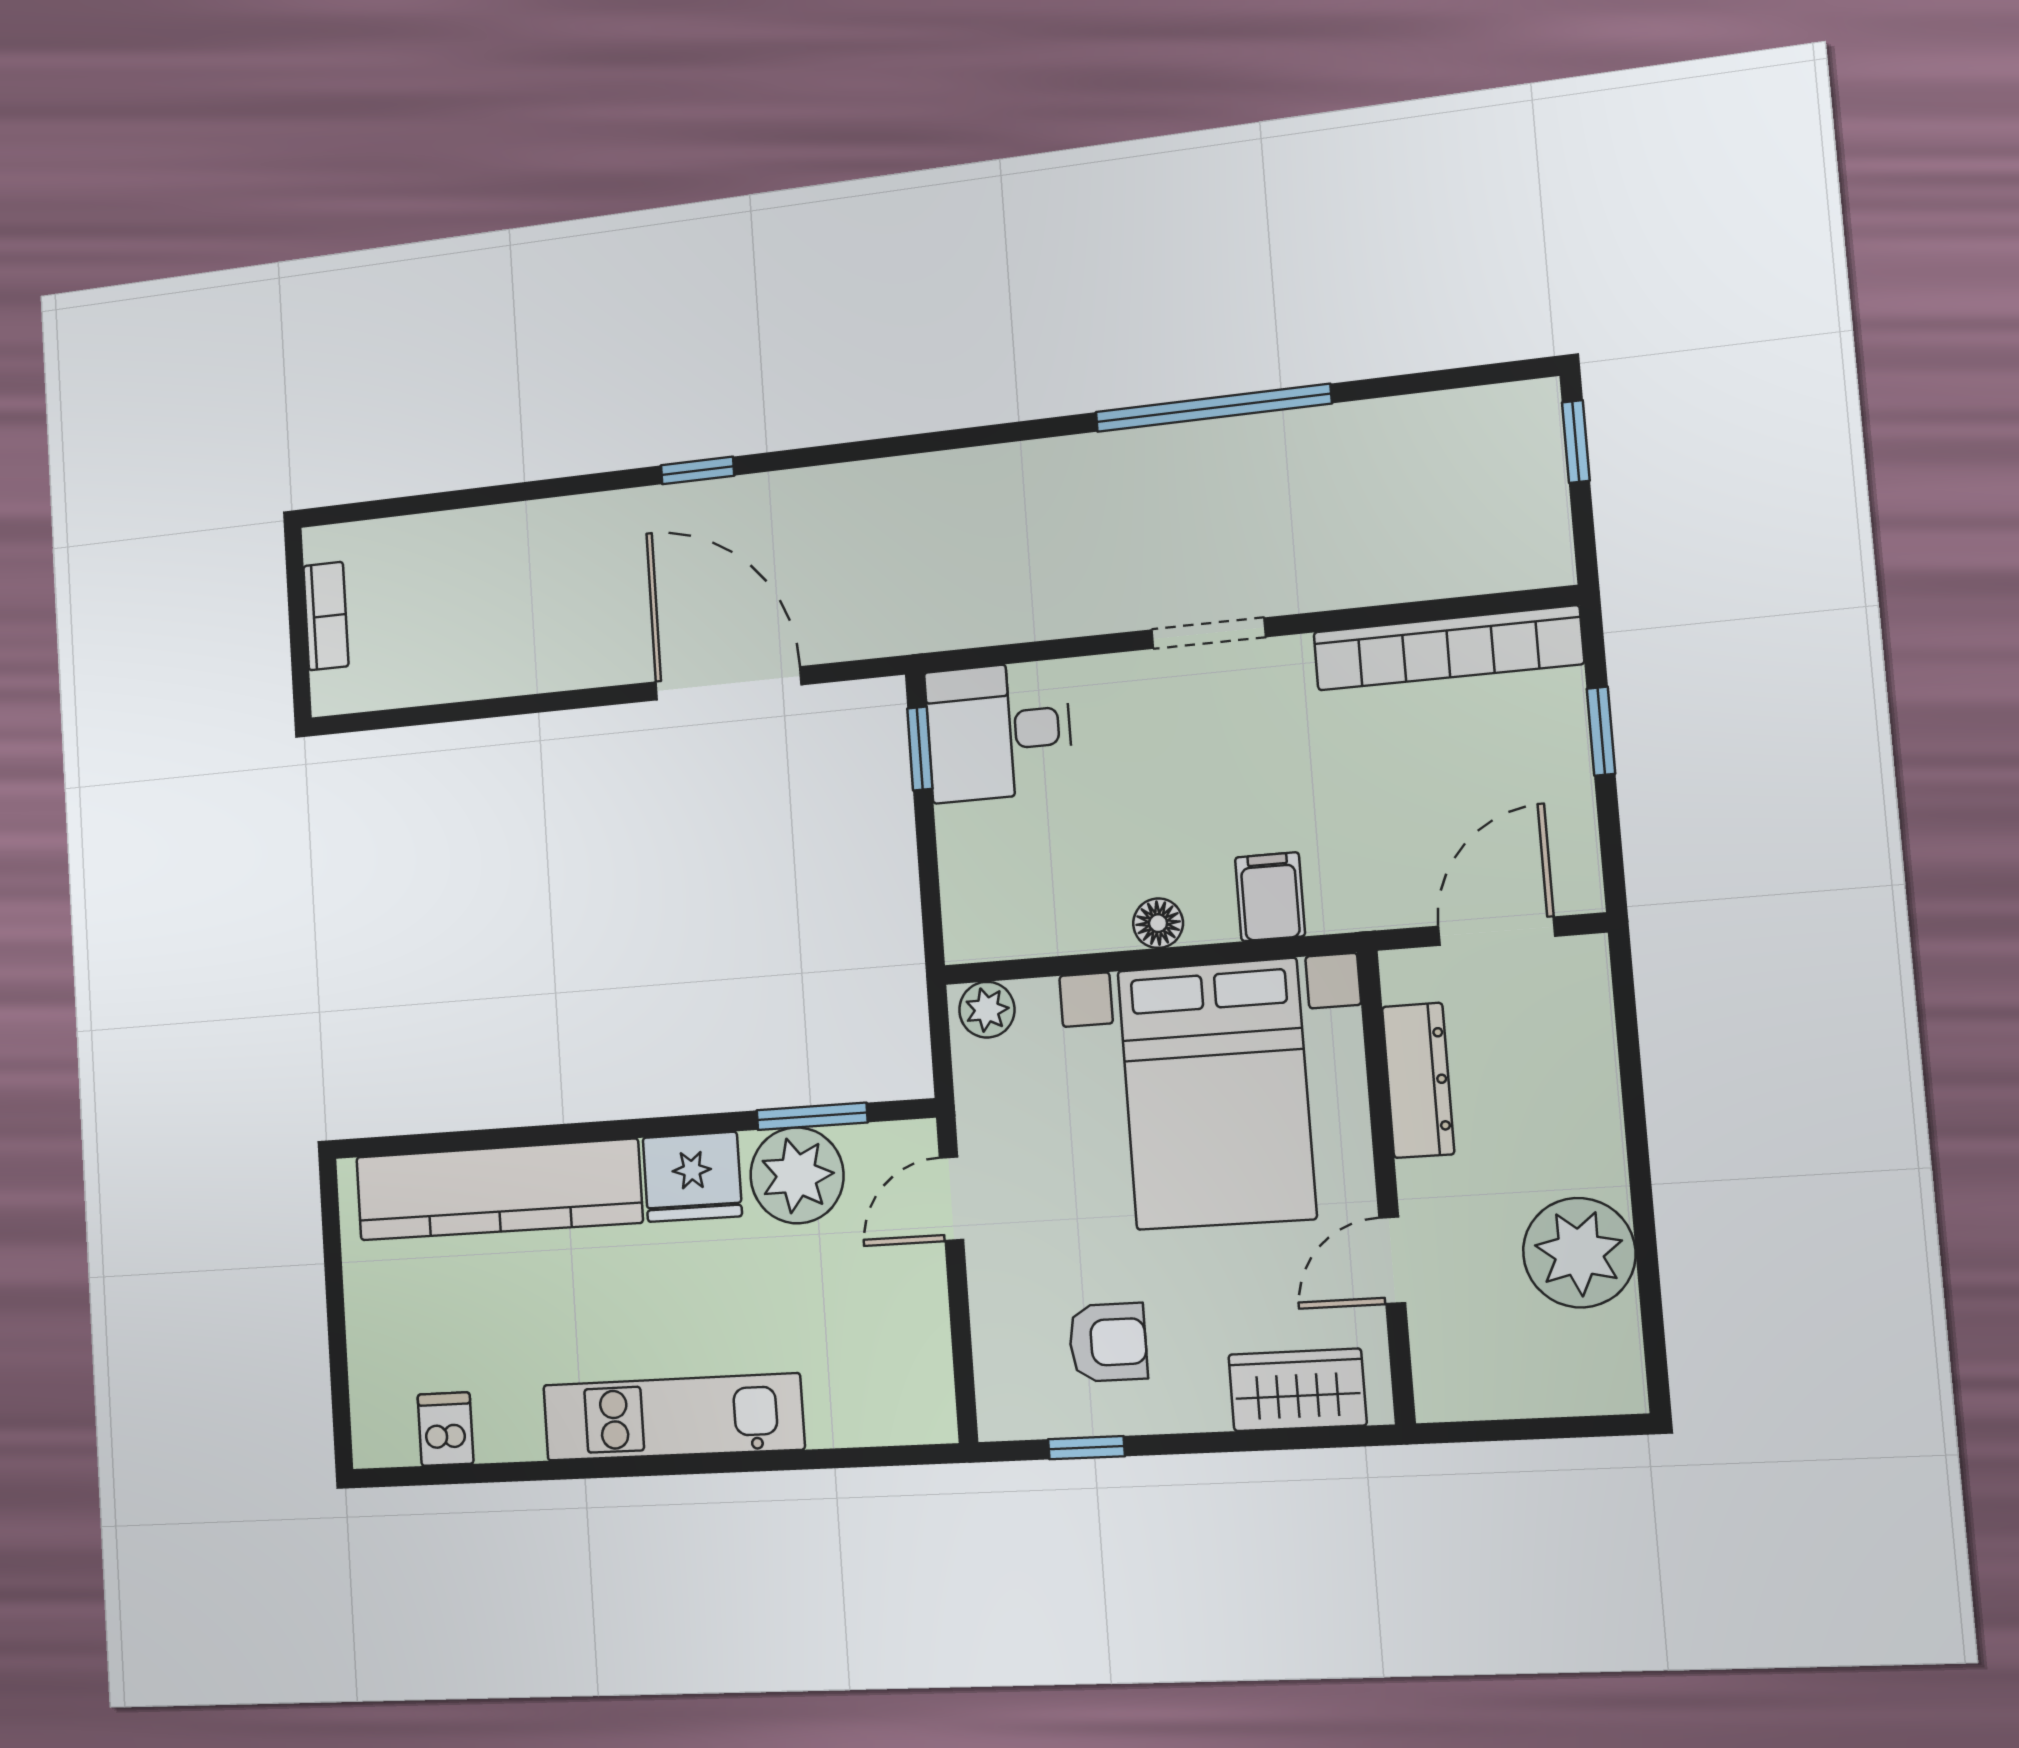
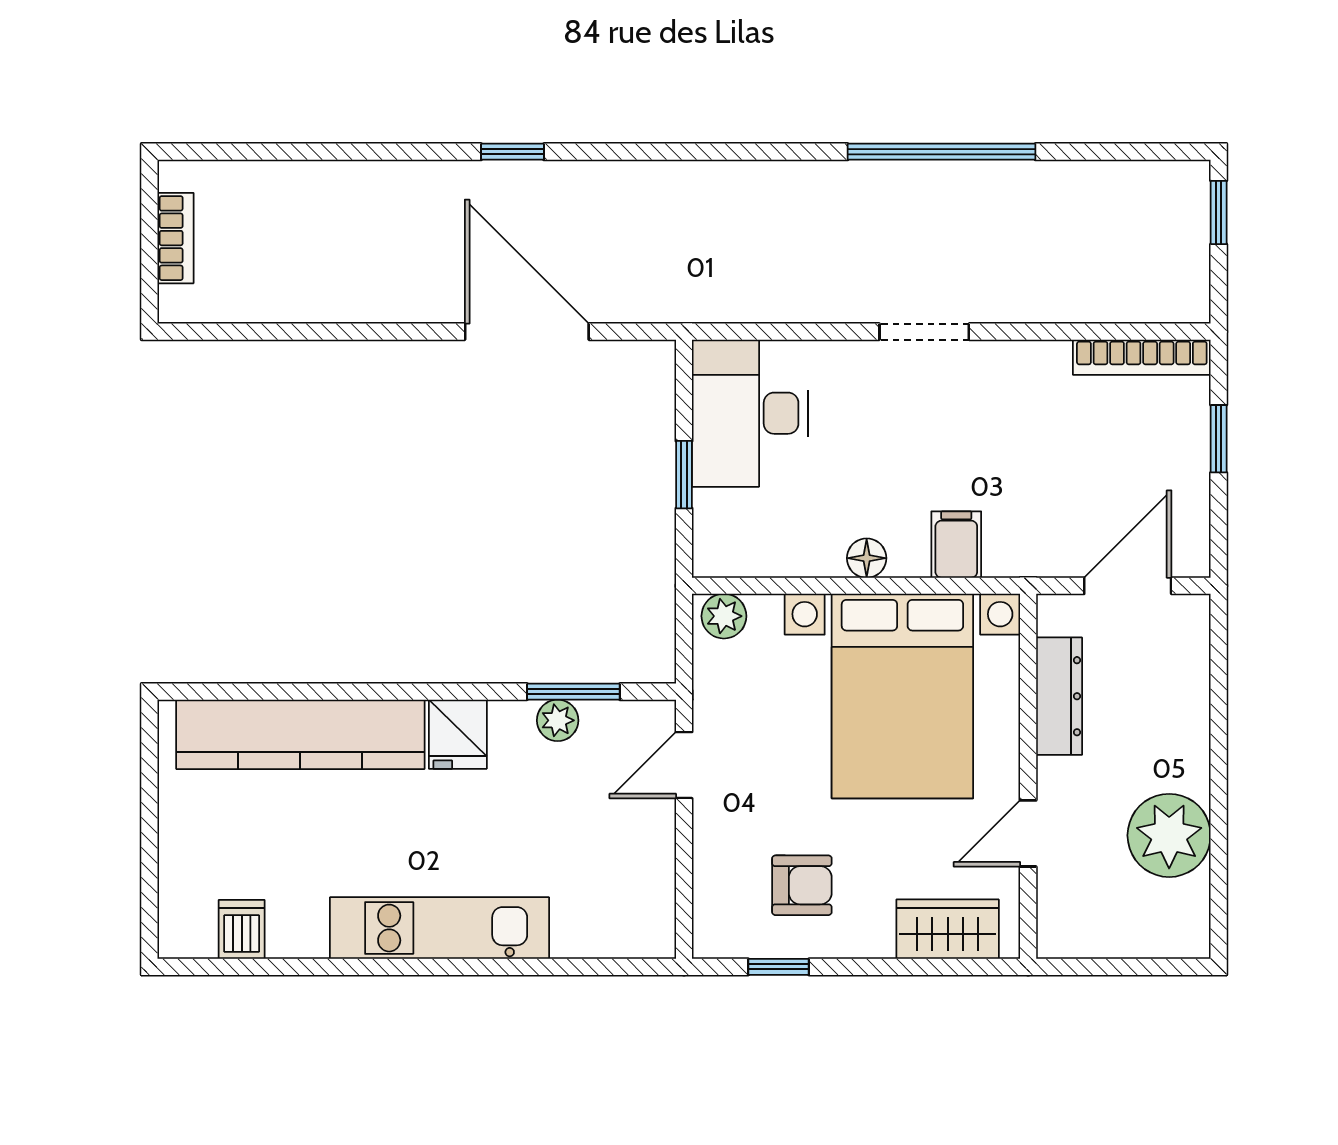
bookcase: (1448, 648) -> (1142, 357), width x0.68, depth x0.76
desk: (999, 731) -> (750, 413), width x1.37
window: (920, 749) -> (684, 475), moved
plant: (797, 1175) -> (558, 720), width x0.53, depth x0.53
fridge: (692, 1177) -> (458, 734), width x0.72

